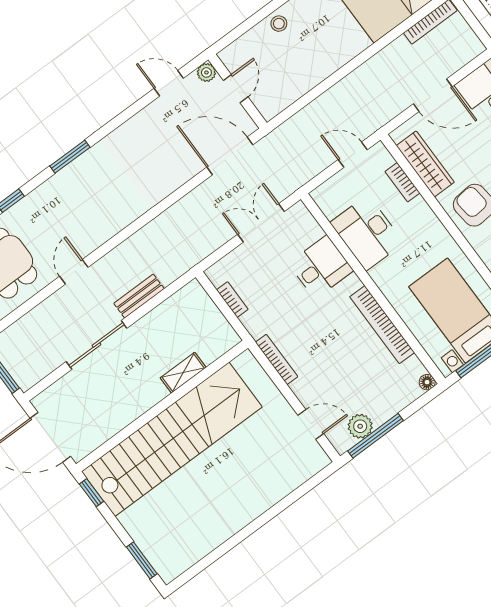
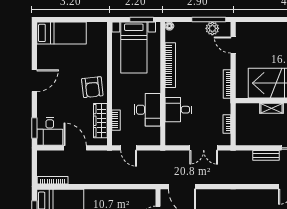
double door: (261, 223) -> (204, 148), moved

